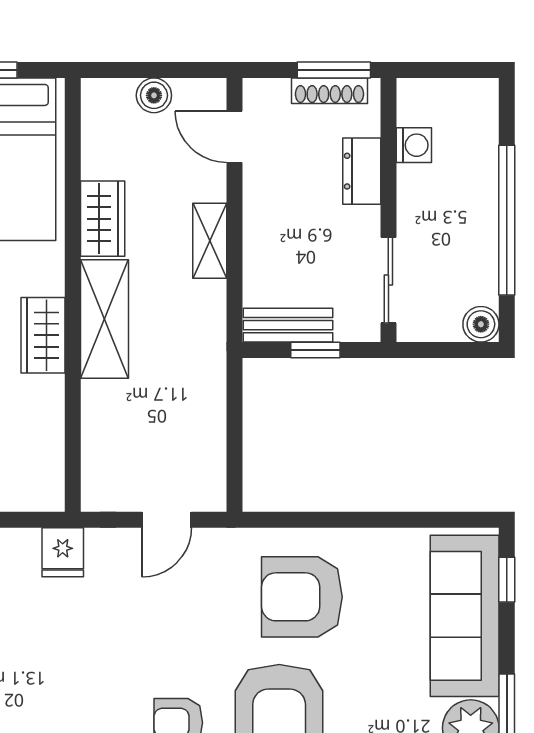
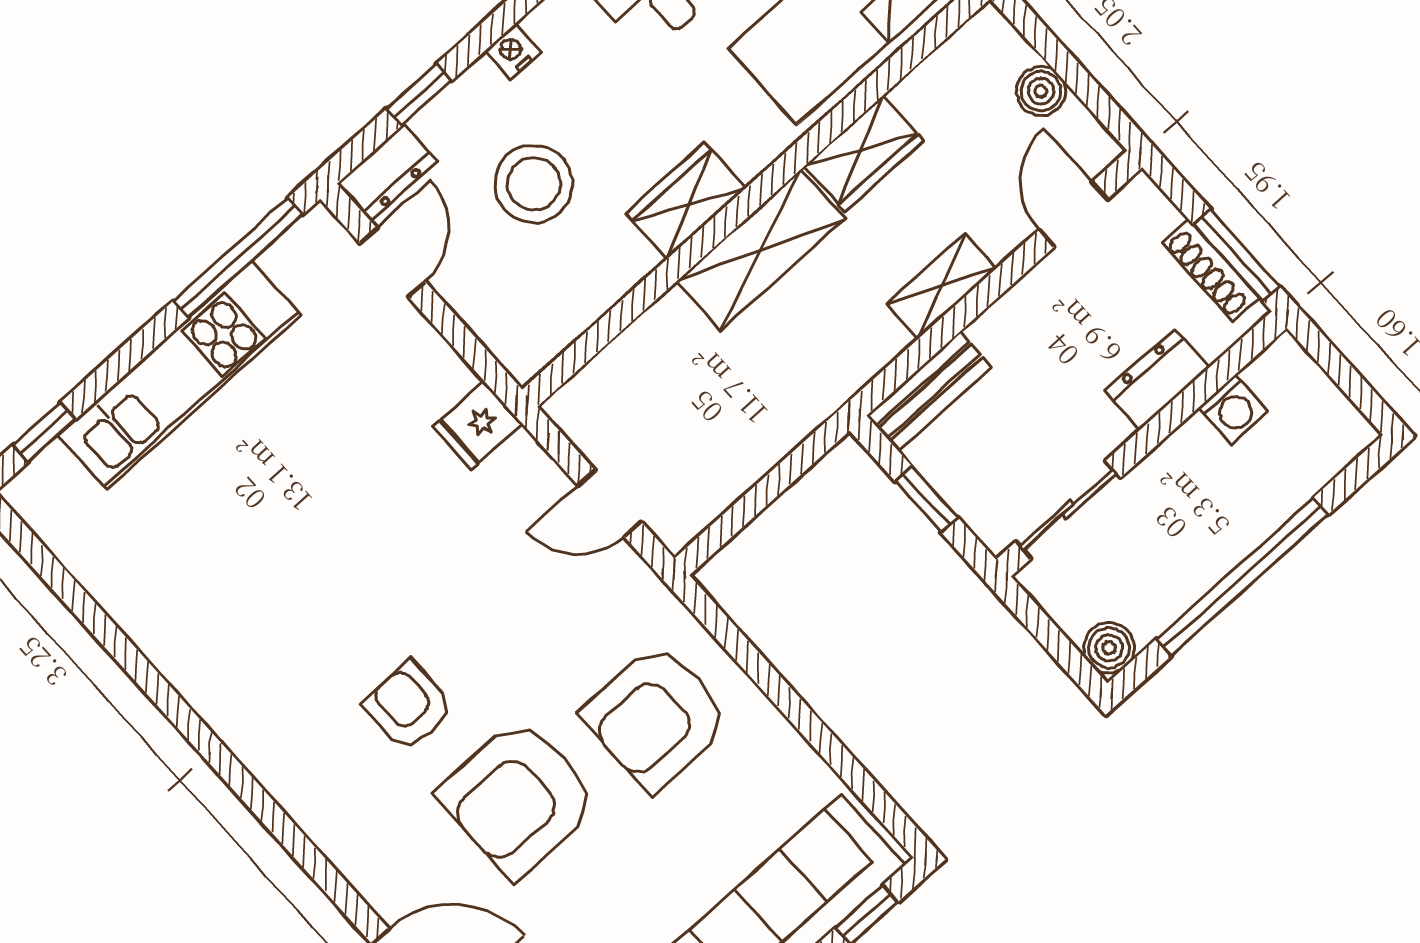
bench: (288, 325) -> (929, 391), moved, turned 90
armchair: (302, 597) -> (656, 717), turned -90

